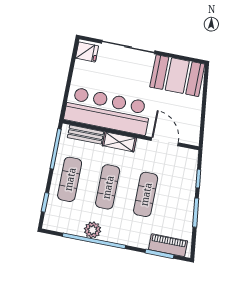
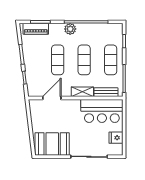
fridge: (87, 52) -> (116, 138), moved
bar counter: (108, 111) -> (102, 111), width x0.73
door: (165, 142) -> (52, 98), swing flipped
plant: (93, 230) -> (70, 29), moved

